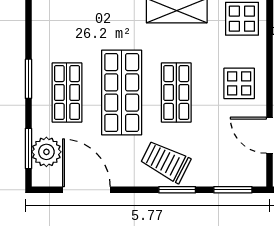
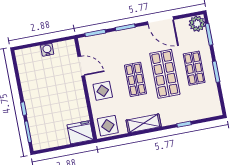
plant: (46, 152) -> (197, 24), moved
trolley: (166, 162) -> (134, 41), removed
door: (86, 190) -> (161, 21), moved

